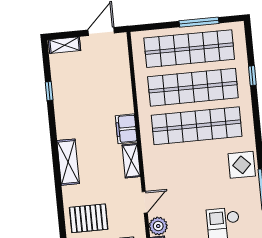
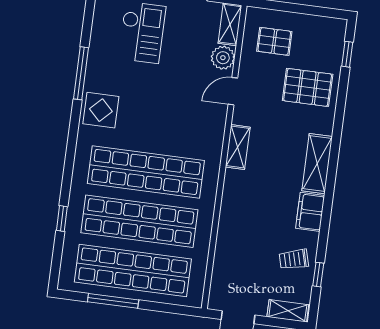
trolley: (69, 85) -> (294, 259), added
window: (49, 91) -> (318, 275), moved
filing cabinet: (126, 129) -> (310, 212), moved, turned 180

